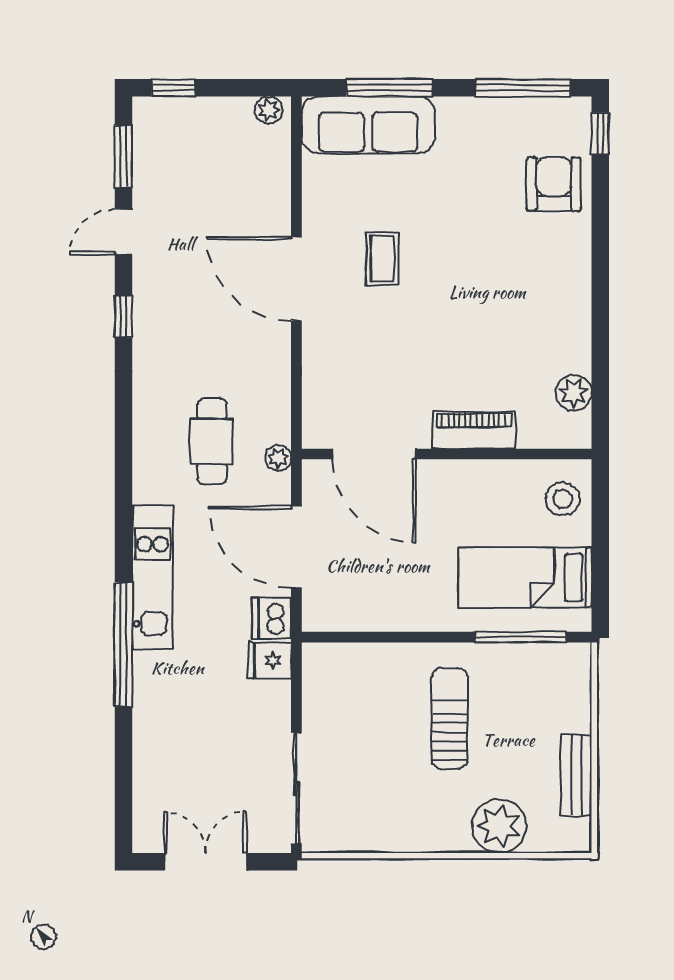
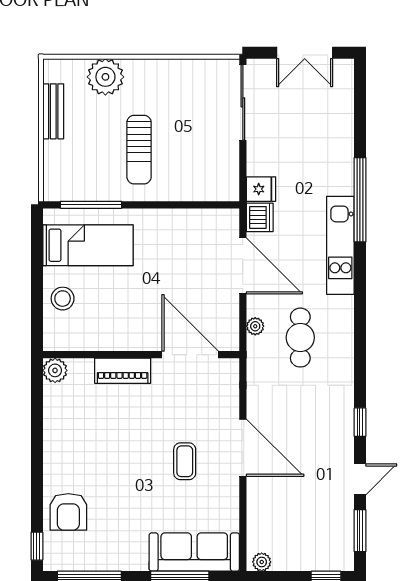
piano: (474, 430) -> (123, 371), moved
door: (374, 454) -> (190, 355), moved
wall: (447, 454) -> (141, 355), moved

